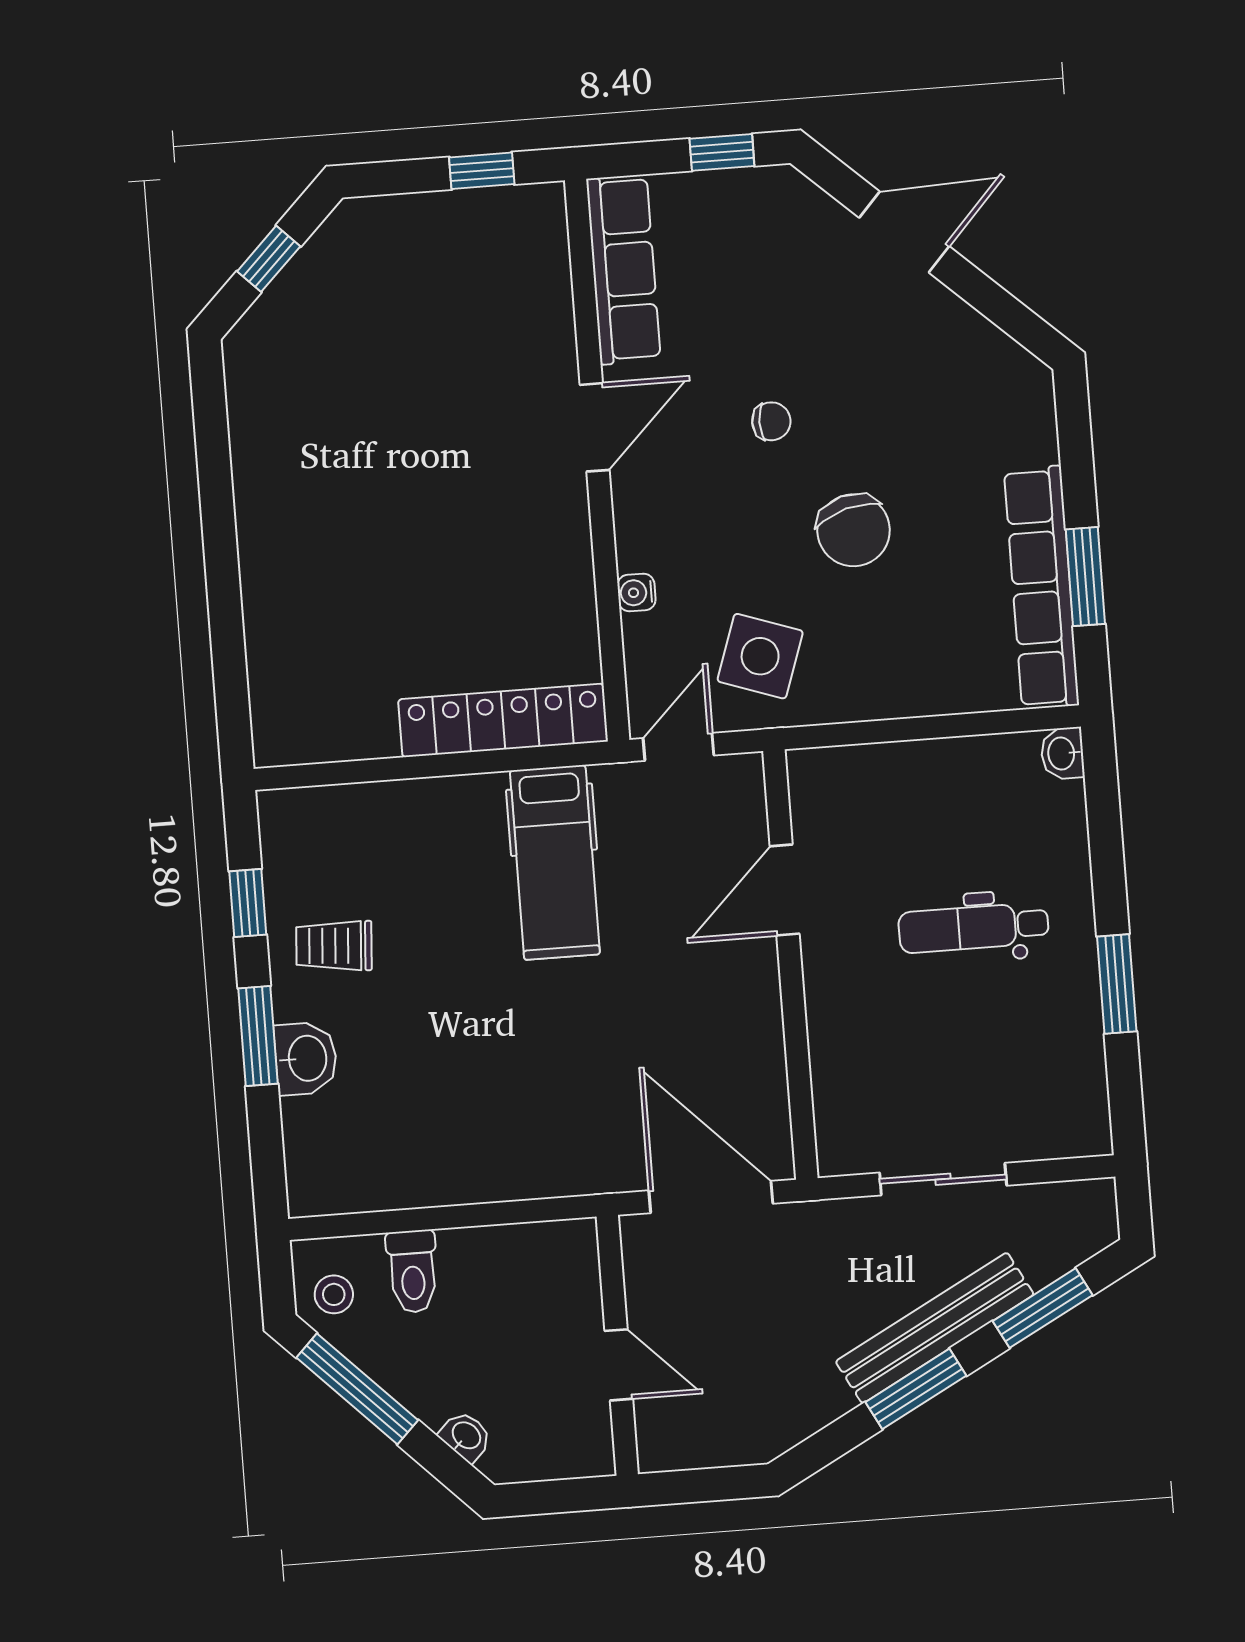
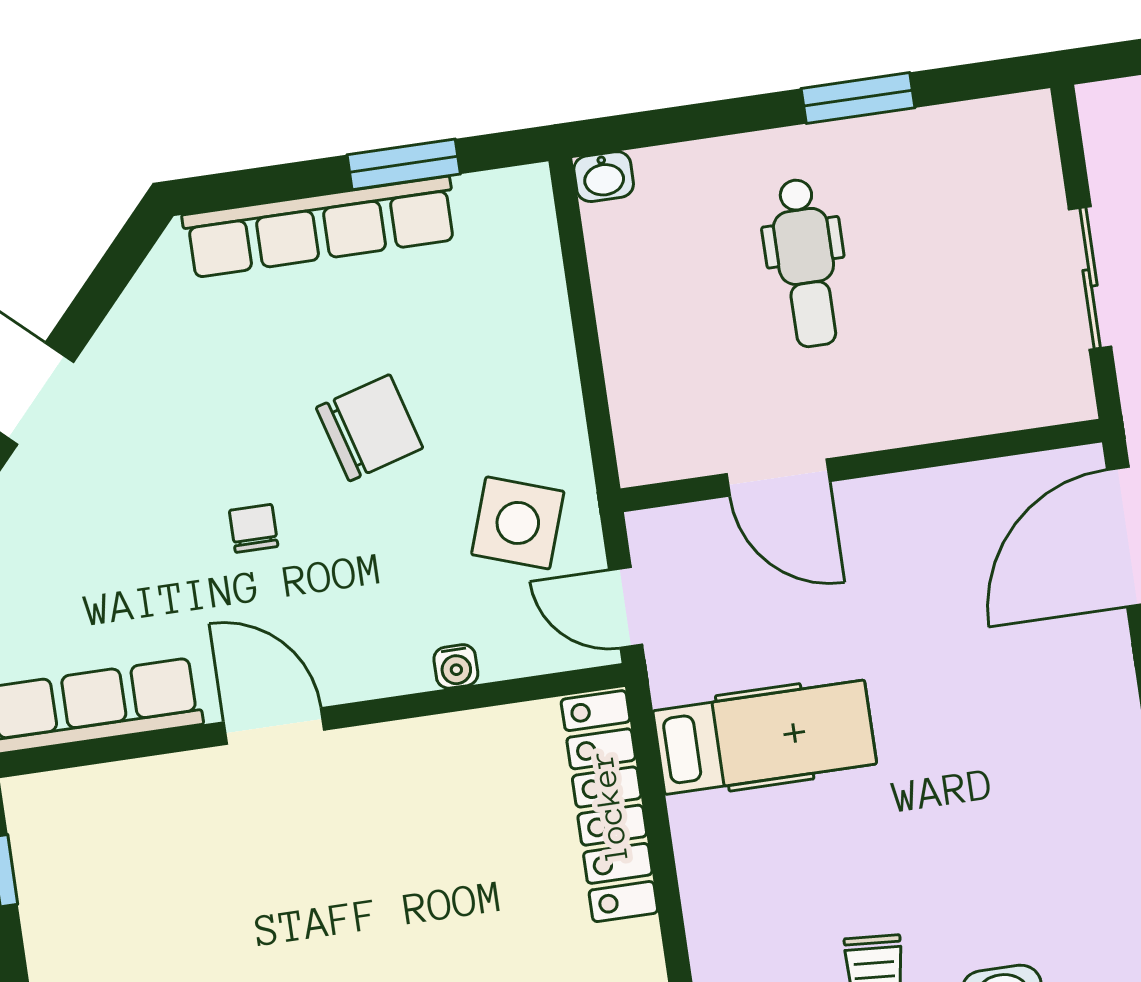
row of seats: (1042, 587) -> (320, 227), moved

